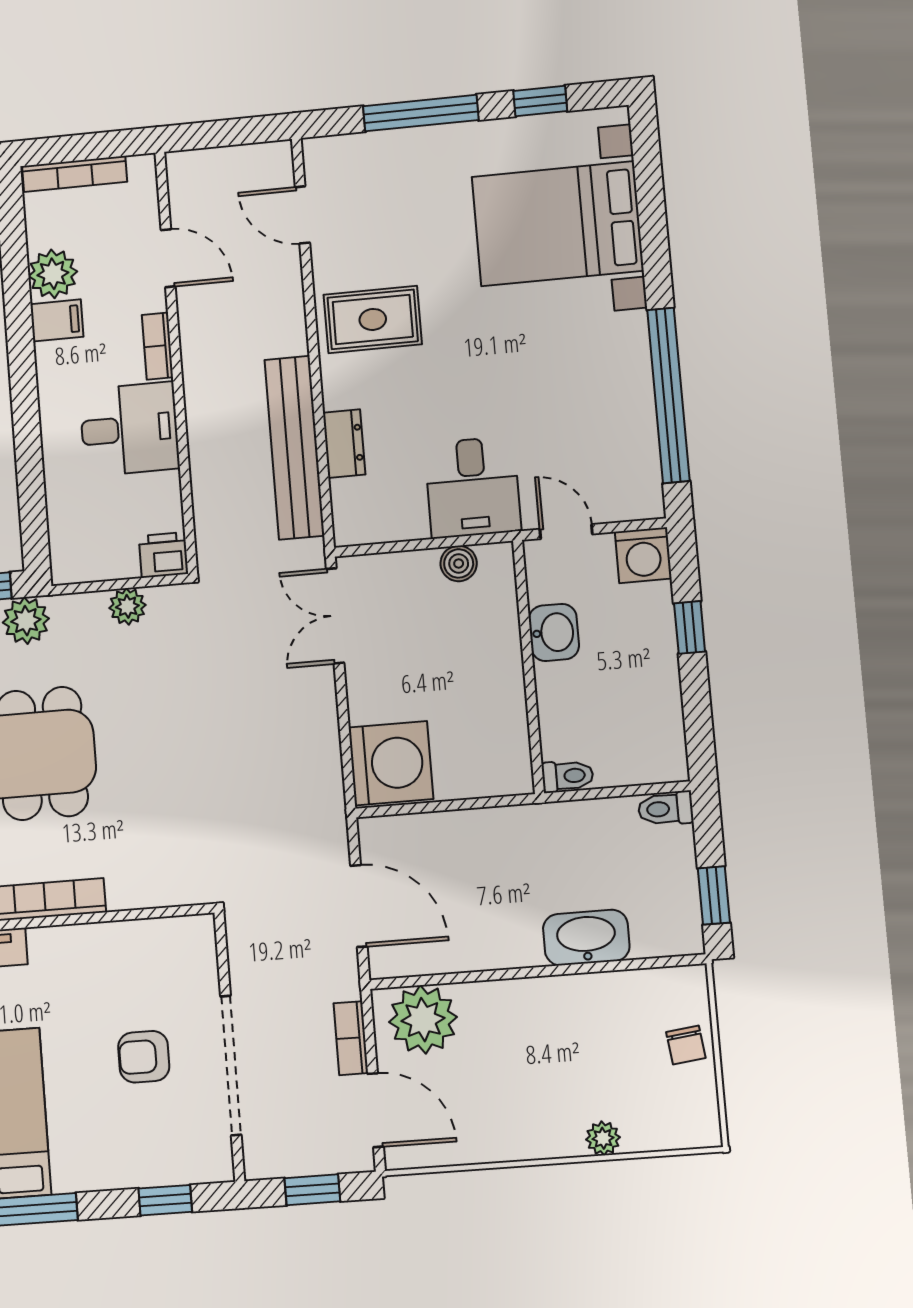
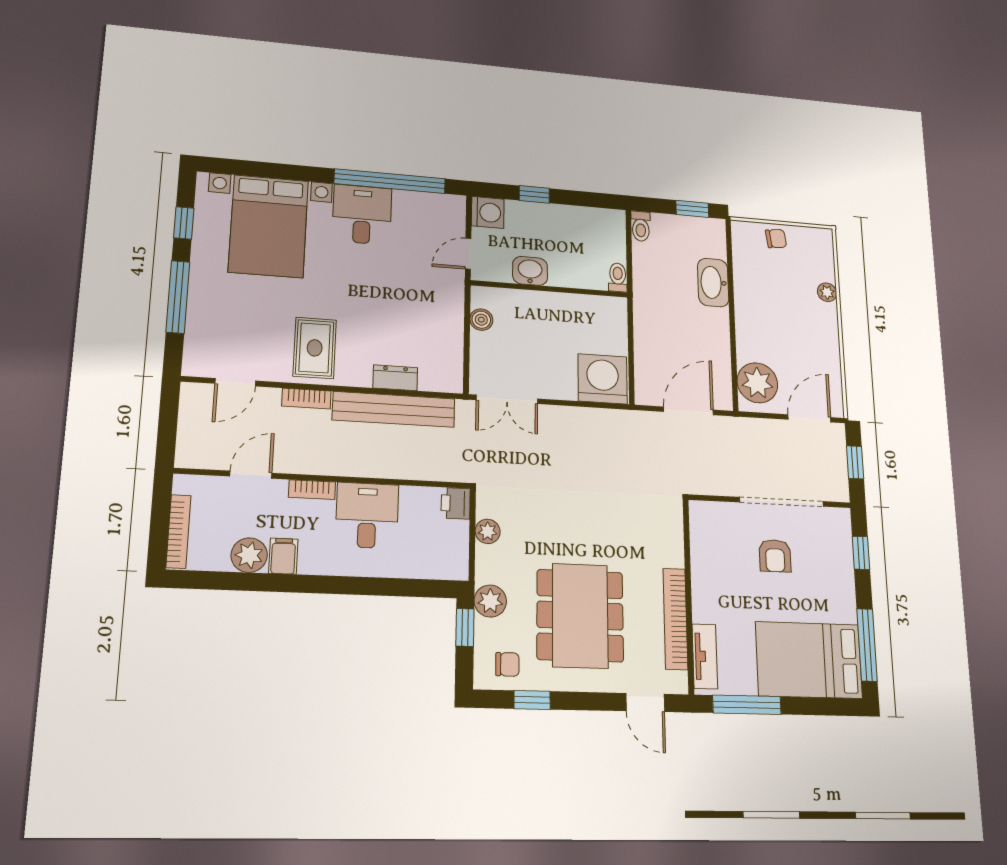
desk: (473, 487) -> (362, 215), moved, turned -90
bookcase: (351, 1038) -> (306, 399), moved

